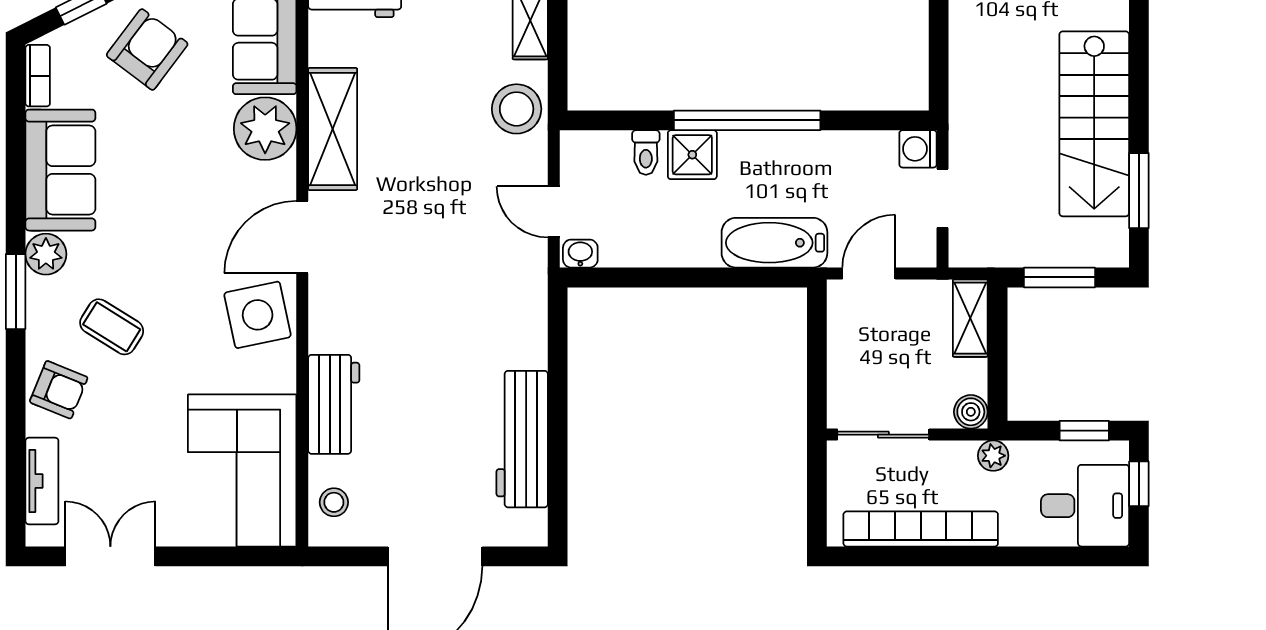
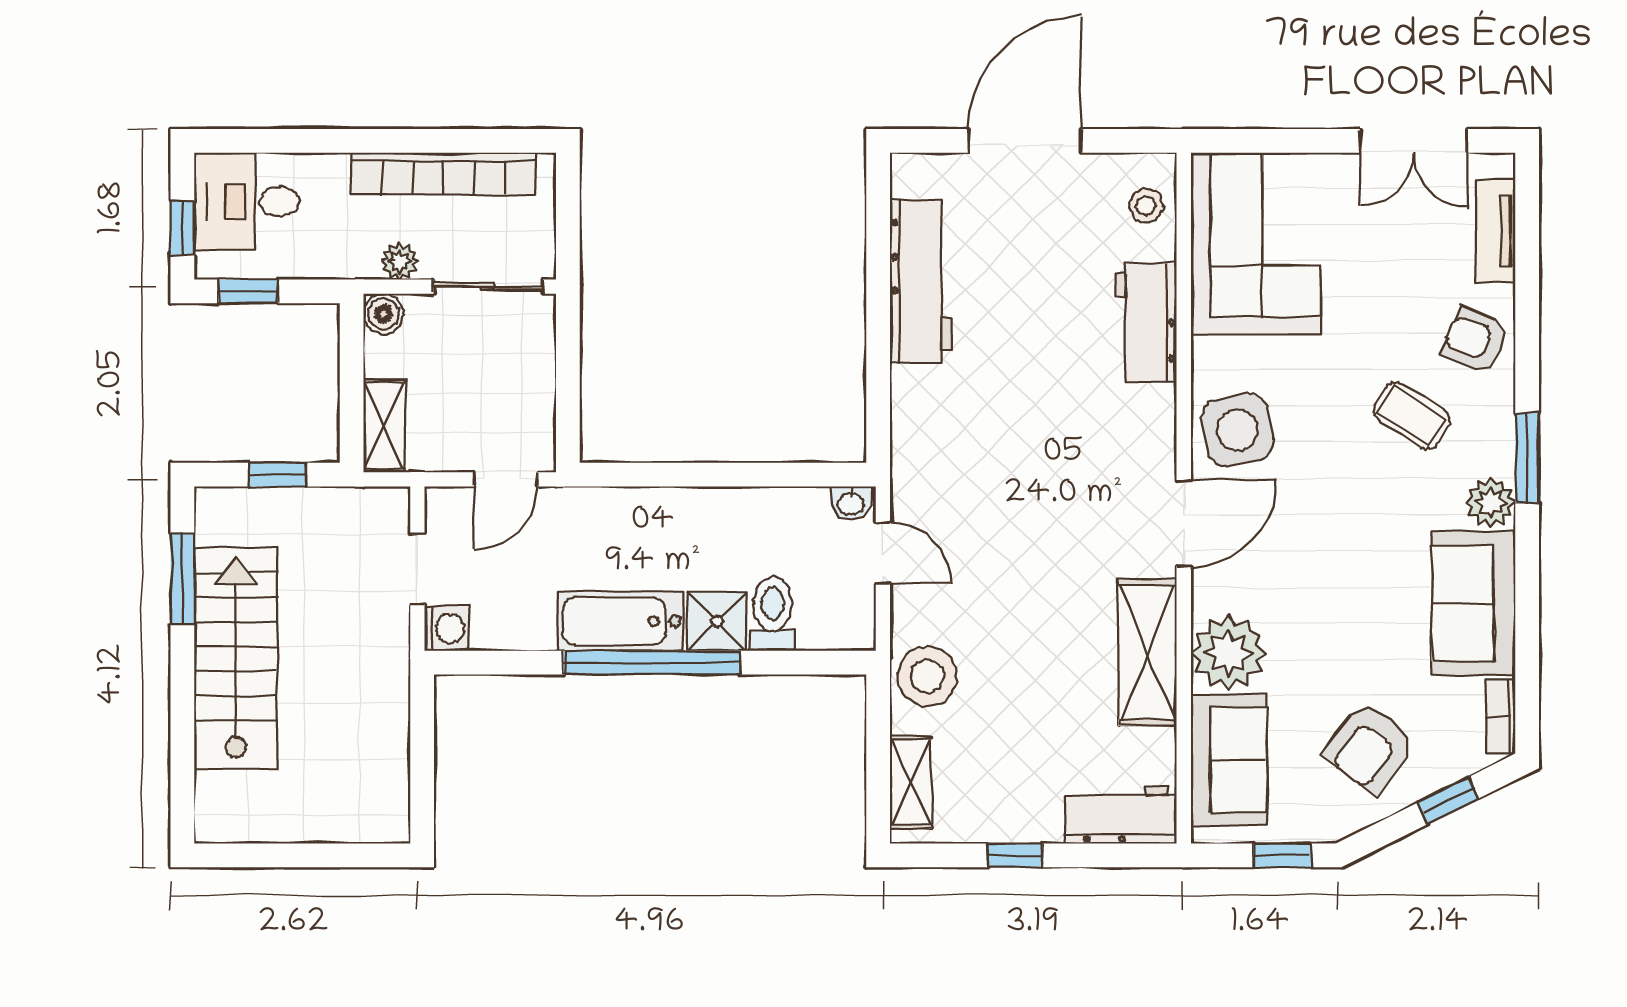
toilet: (646, 152) -> (773, 614), width x1.37, depth x1.39
bathtub: (774, 243) -> (620, 621), moved, turned 180
window: (1059, 277) -> (277, 475), width x0.67
plant: (993, 456) -> (400, 261), moved

